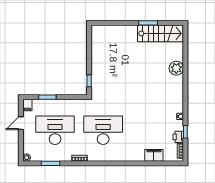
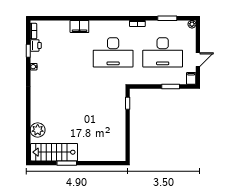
plant: (176, 68) -> (38, 130), moved
filing cabinet: (154, 155) -> (79, 26), moved

